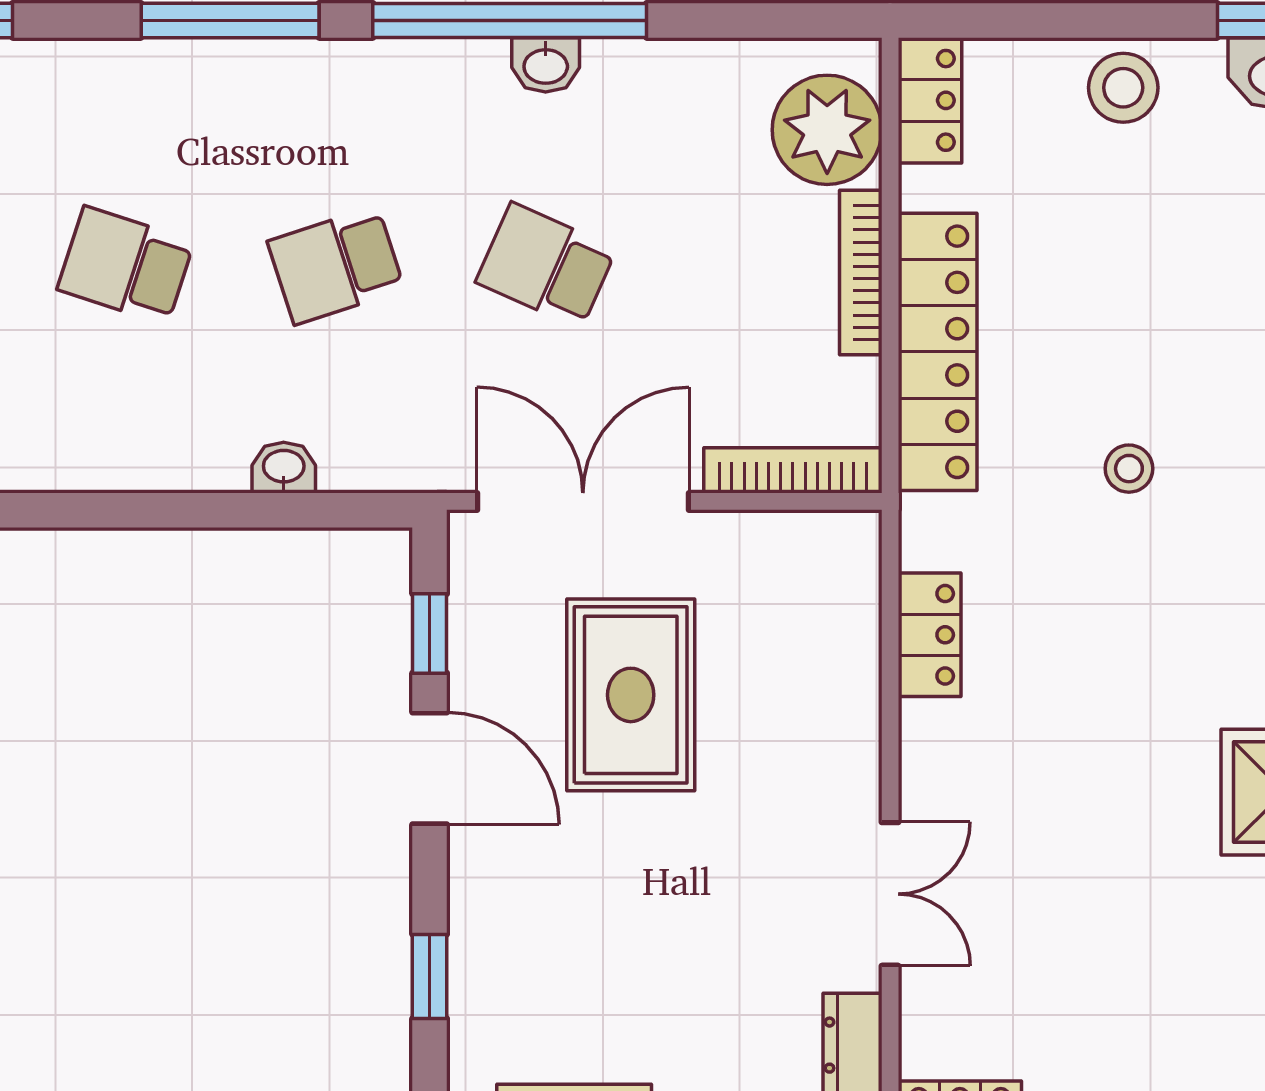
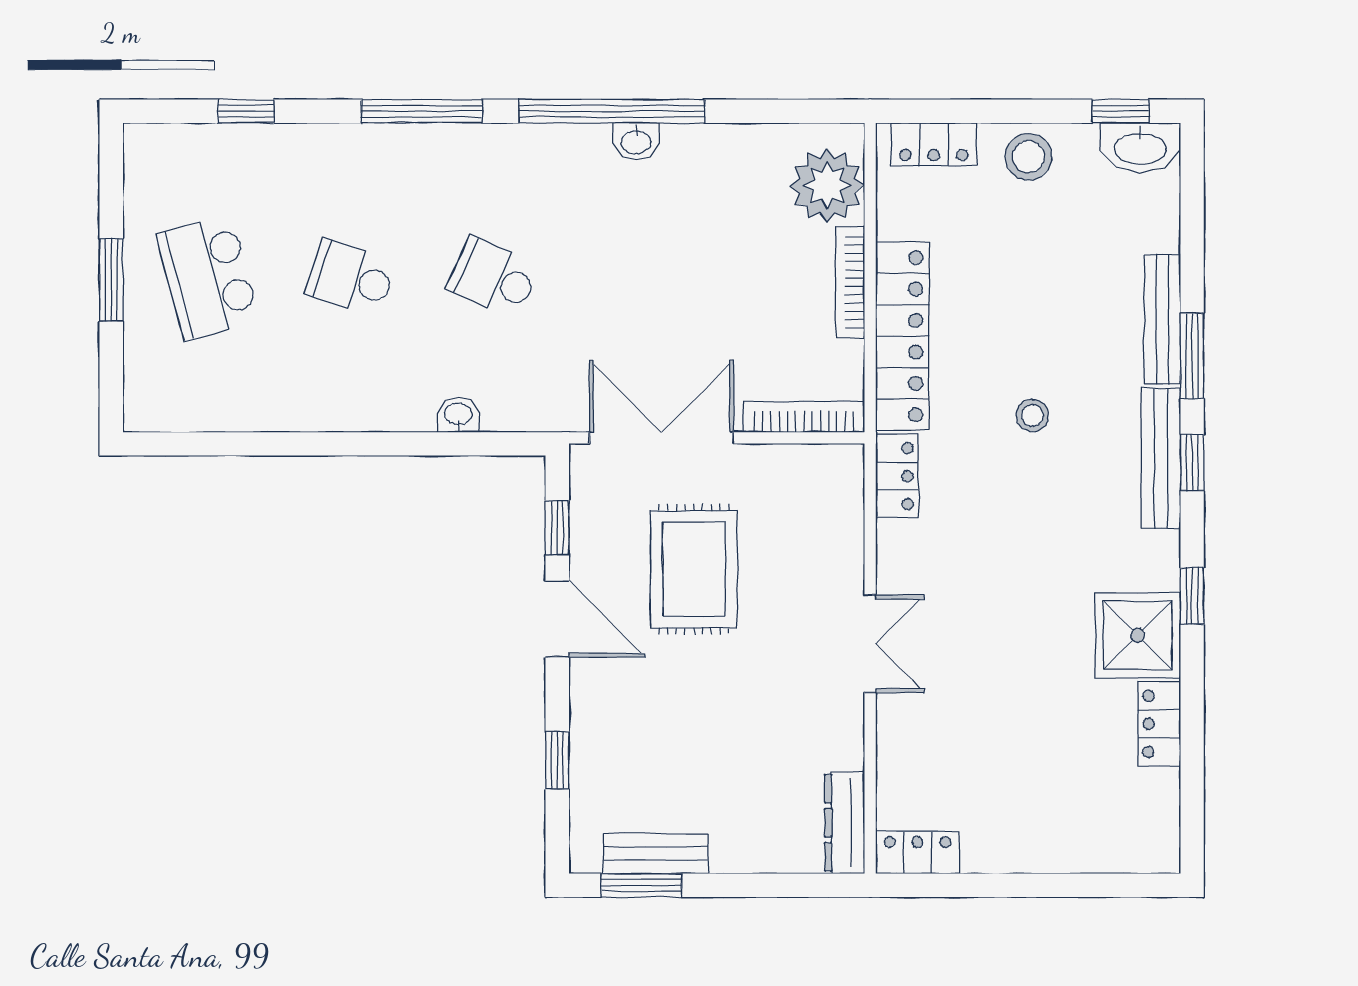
locker: (930, 100) -> (934, 144), moved, turned 90
school desk: (336, 265) -> (494, 278), turned 42
school desk: (546, 265) -> (636, 278), removed
locker: (930, 635) -> (897, 476), moved
double door: (890, 894) -> (870, 644), moved

